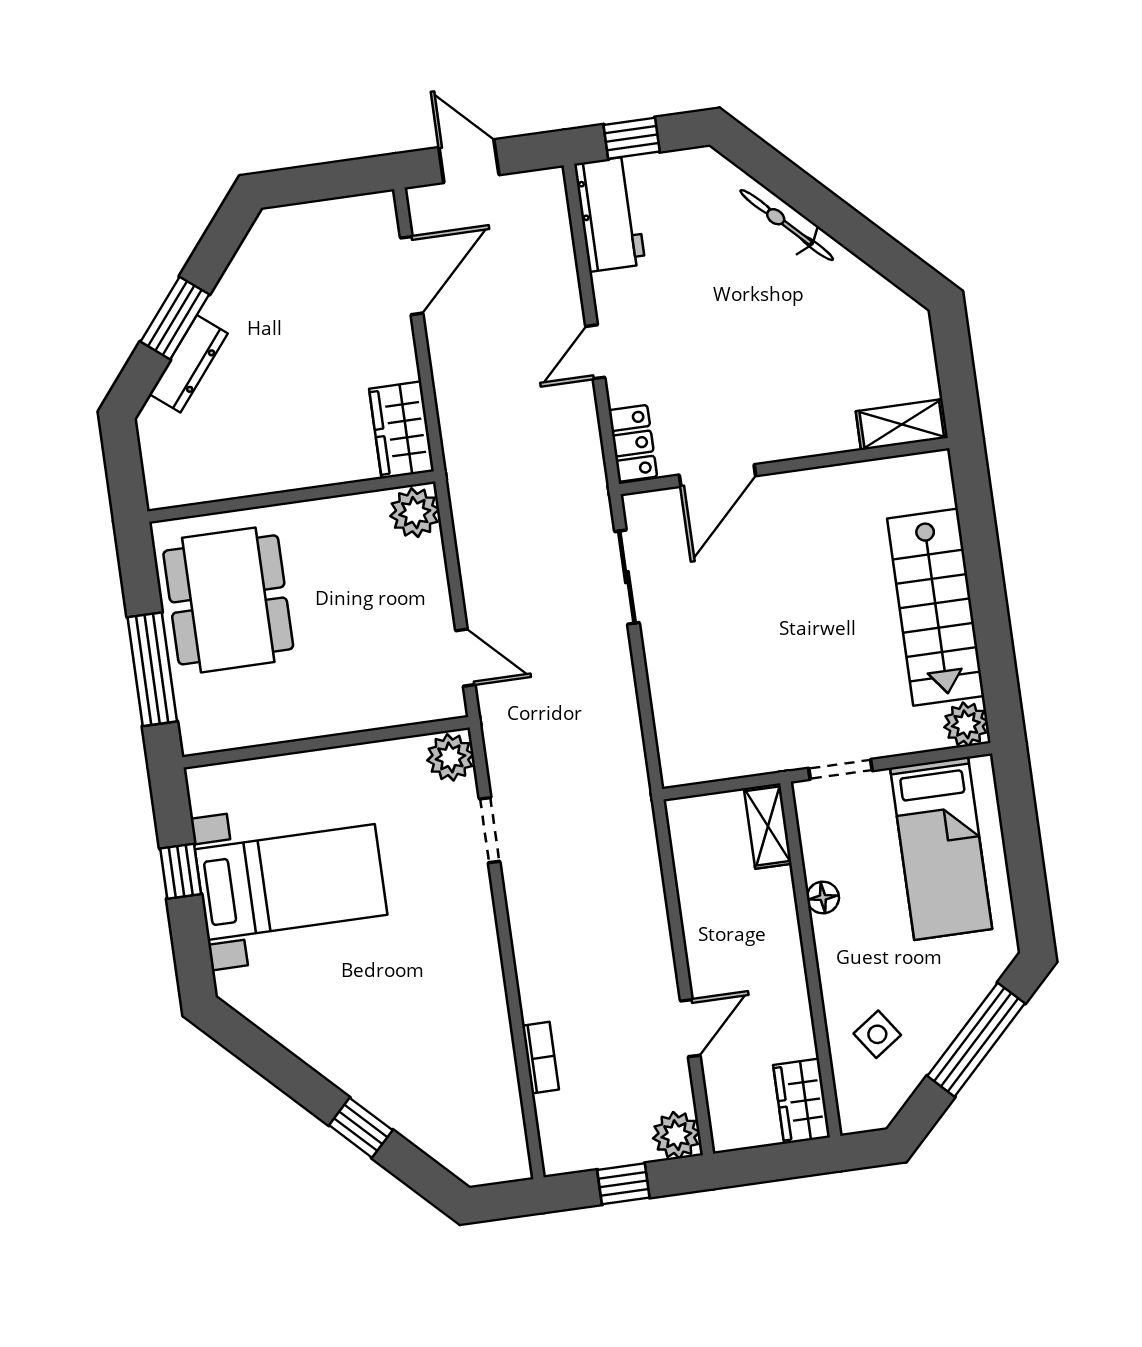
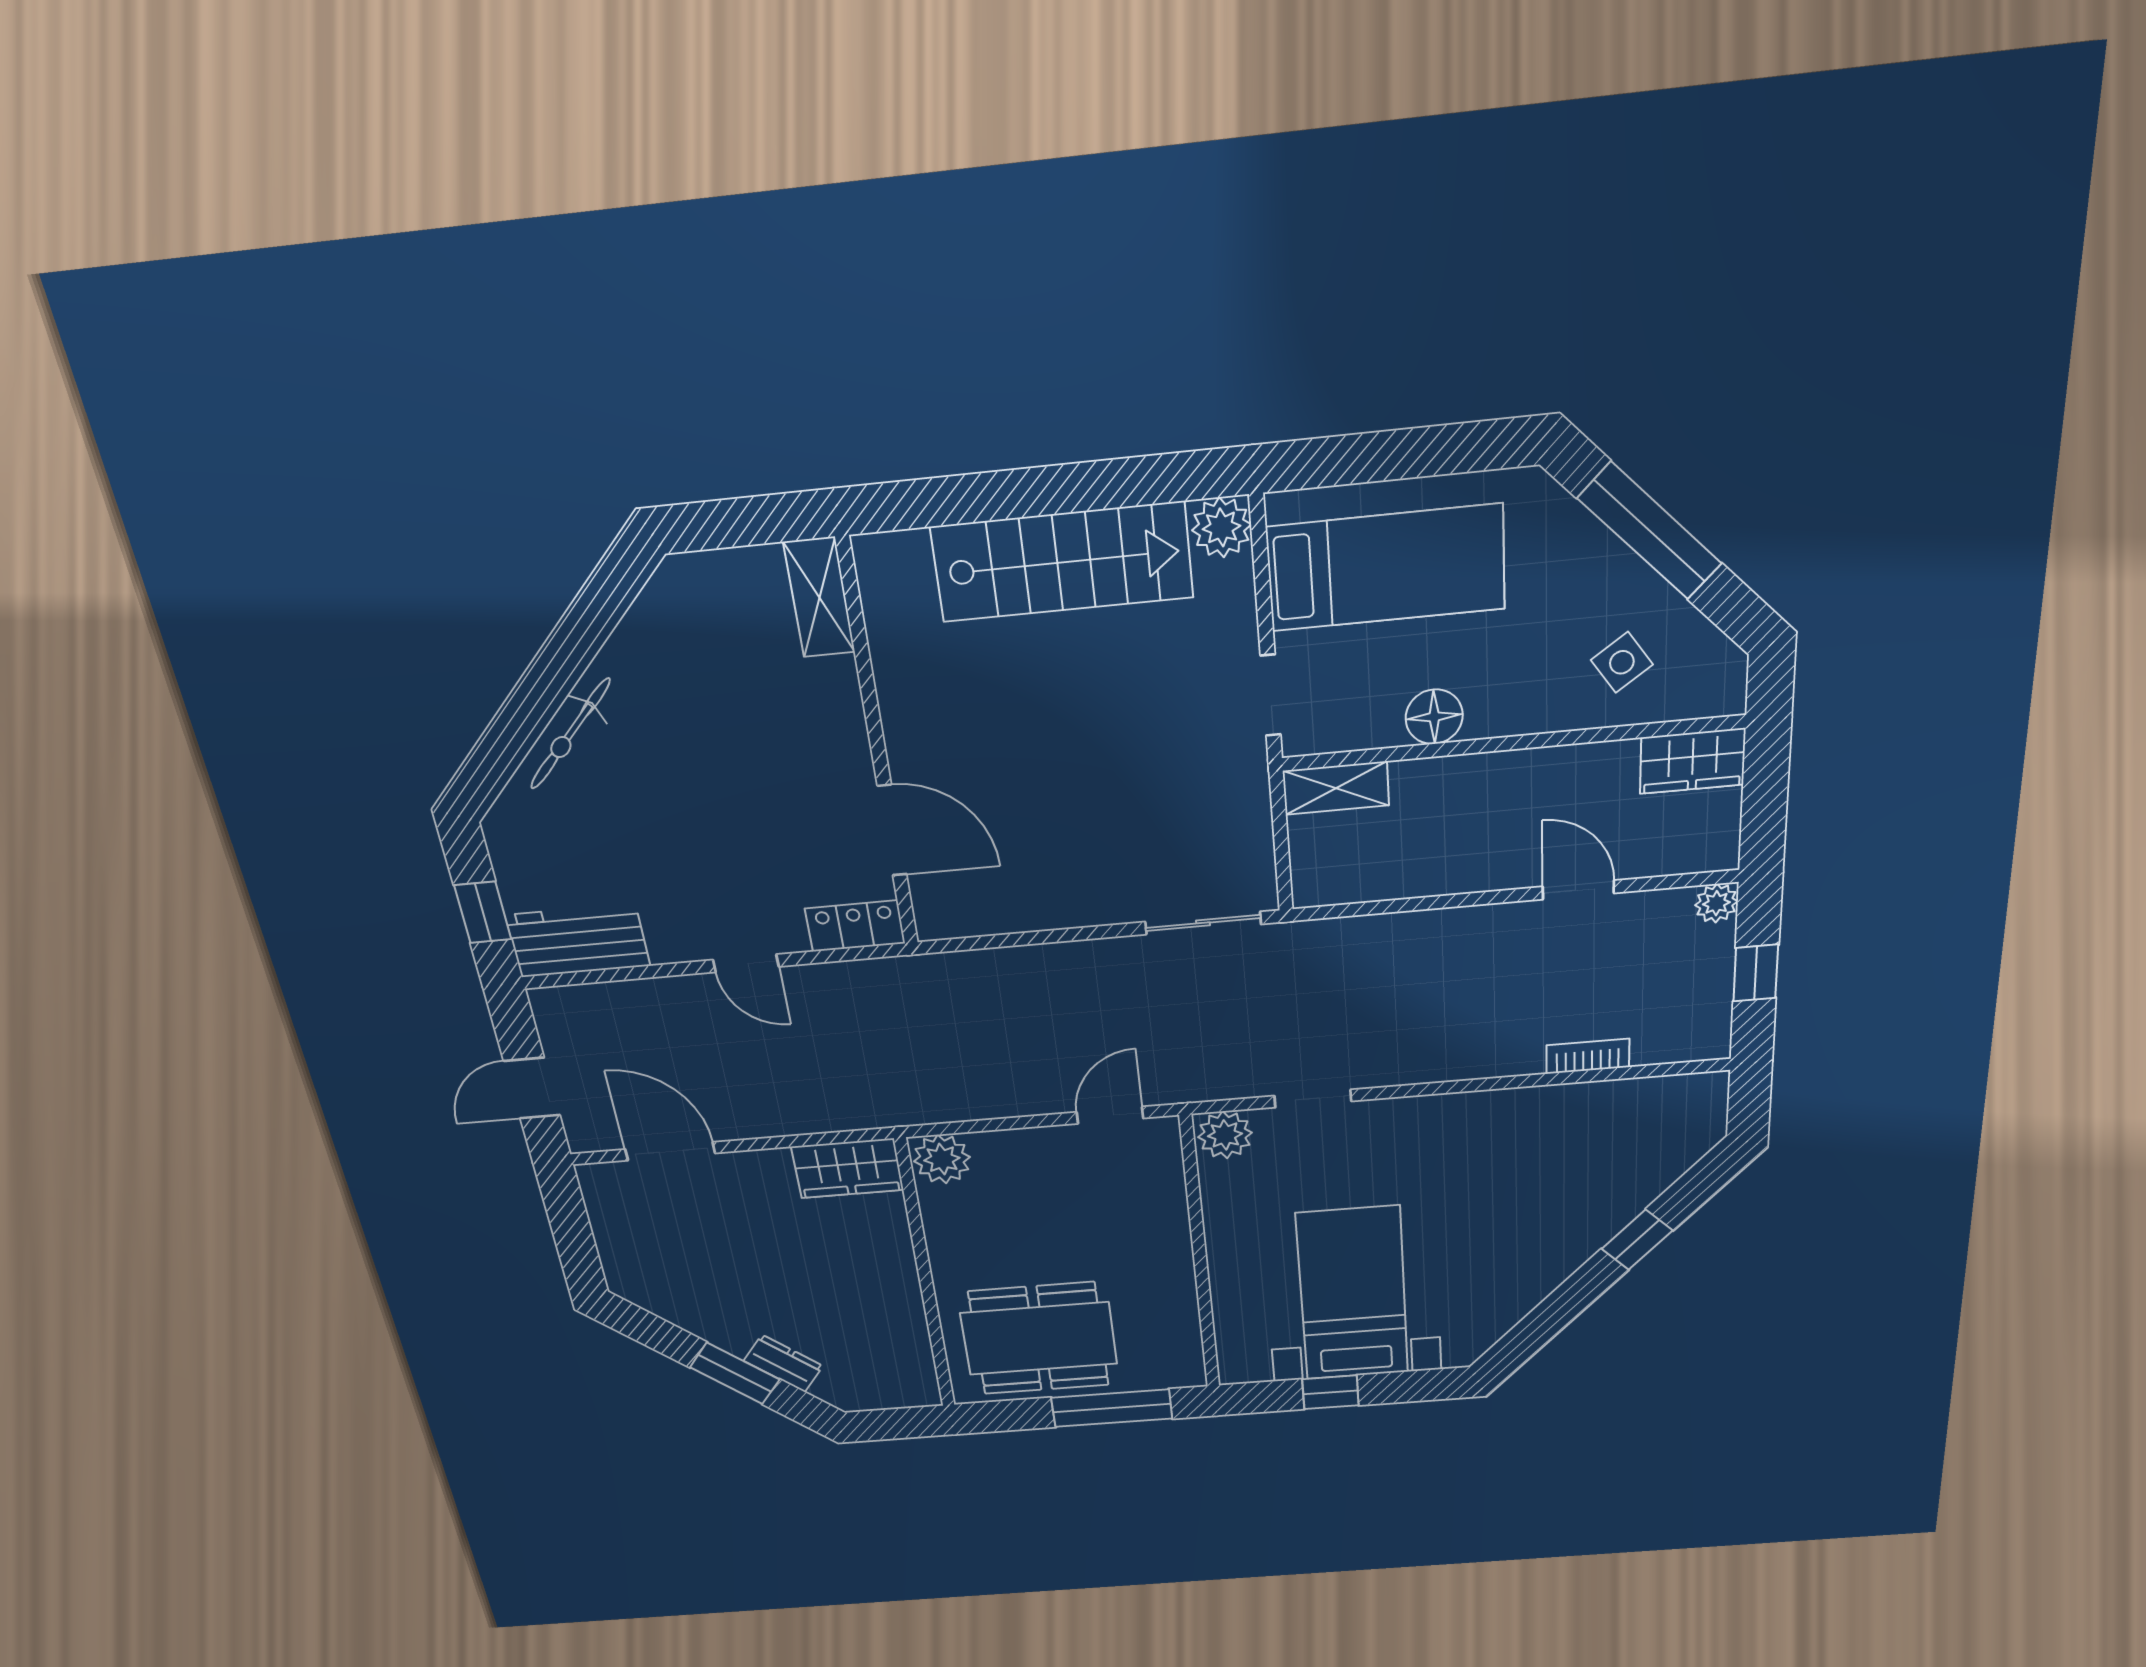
dresser: (189, 364) -> (783, 1363), width x0.70
sliding door: (627, 577) -> (1203, 923), moved
floor lamp: (823, 897) -> (1434, 717), width x1.37, depth x1.37
plant: (676, 1135) -> (1716, 903), width x0.73, depth x0.73

